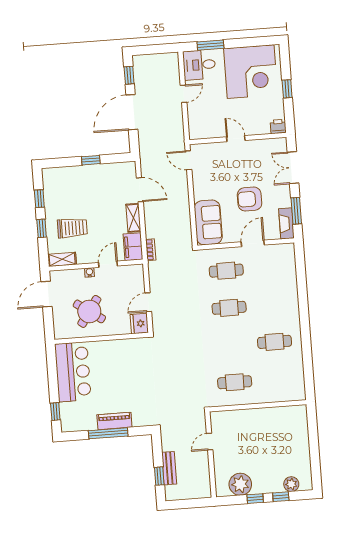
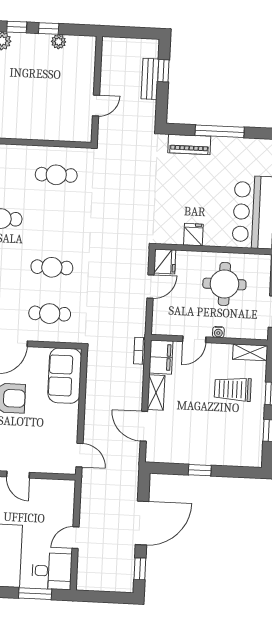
round table: (89, 311) -> (224, 284), turned -35
fridge: (119, 348) -> (193, 235), added
piano: (114, 421) -> (189, 144), moved
plant: (240, 484) -> (59, 42), width x0.53, depth x0.53

